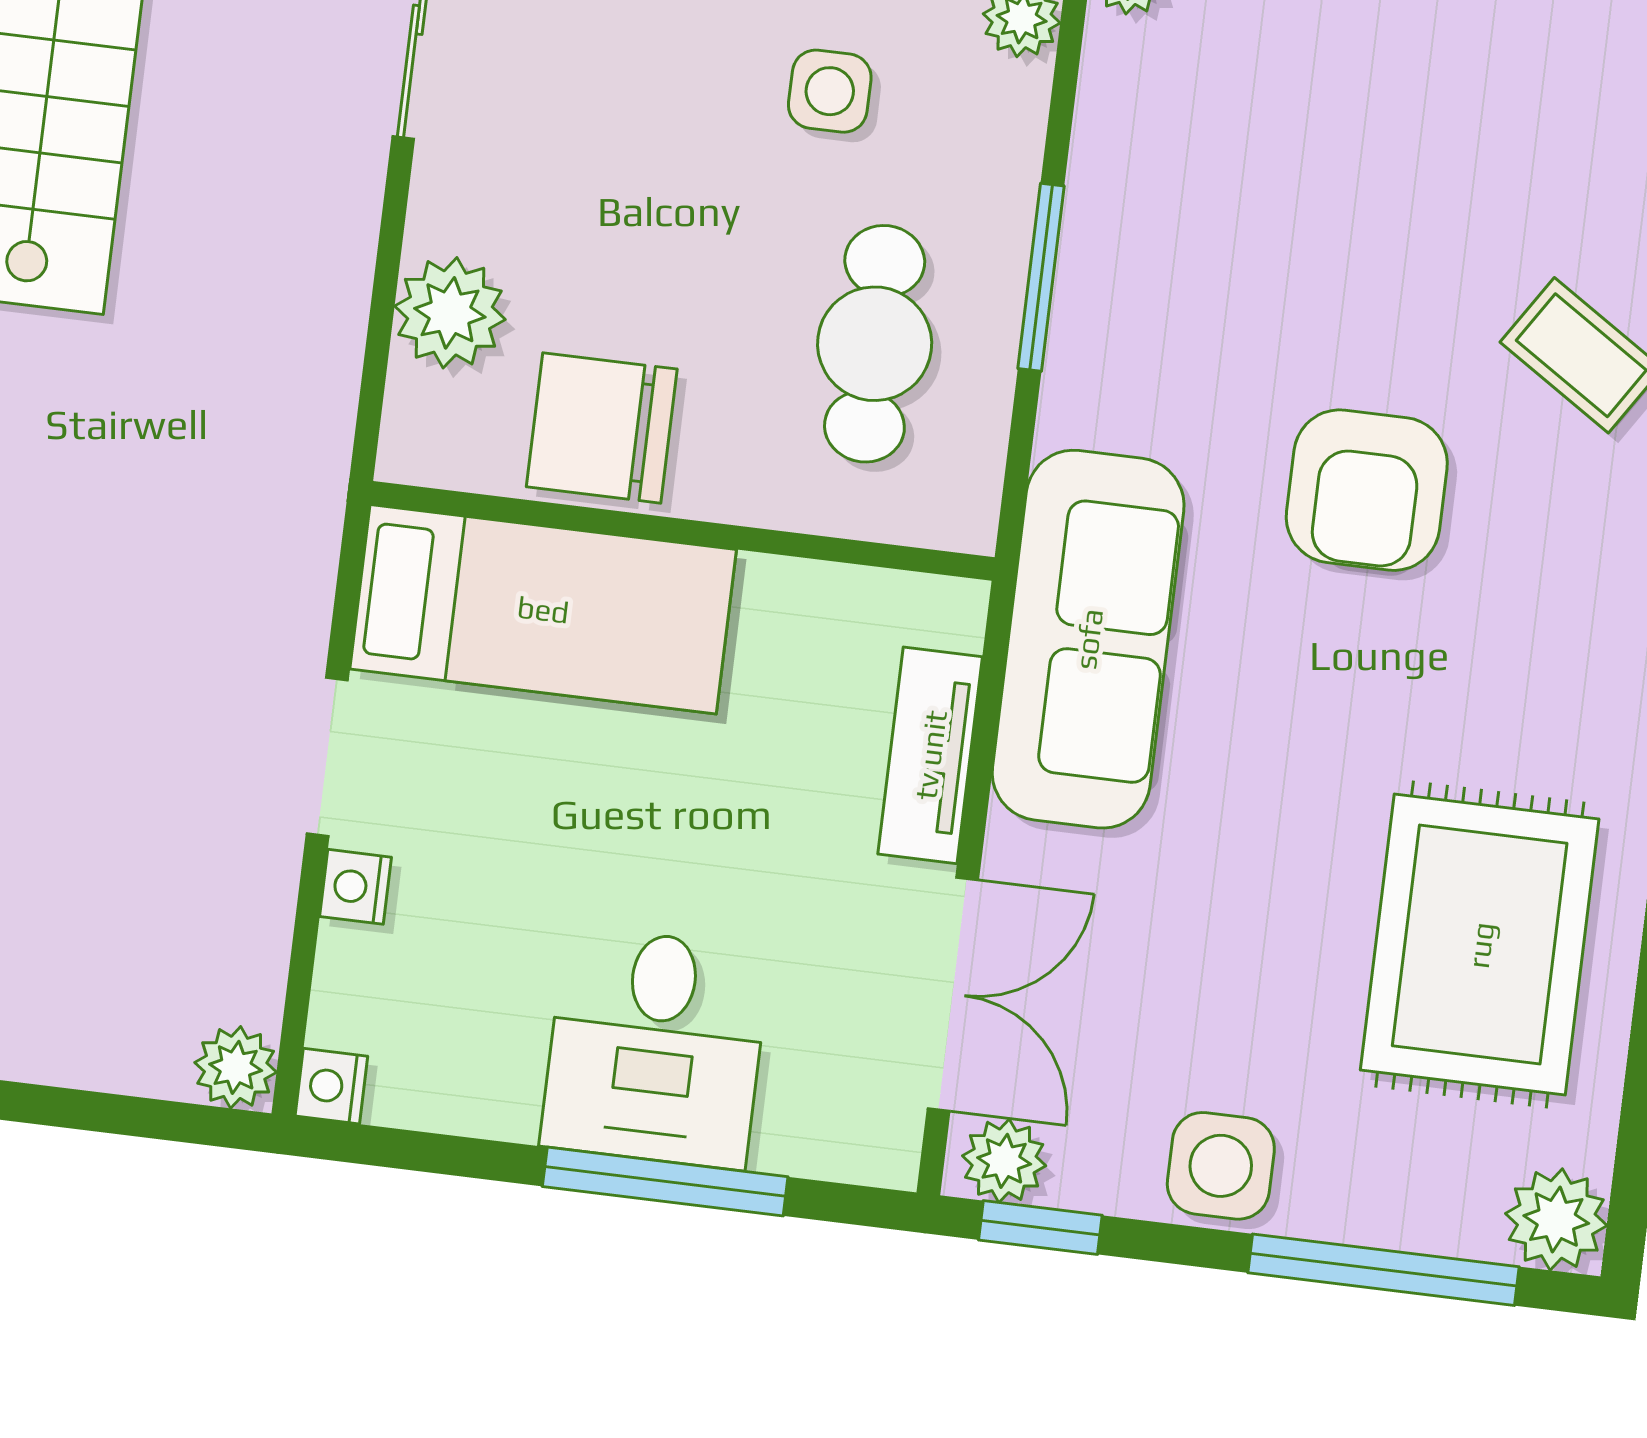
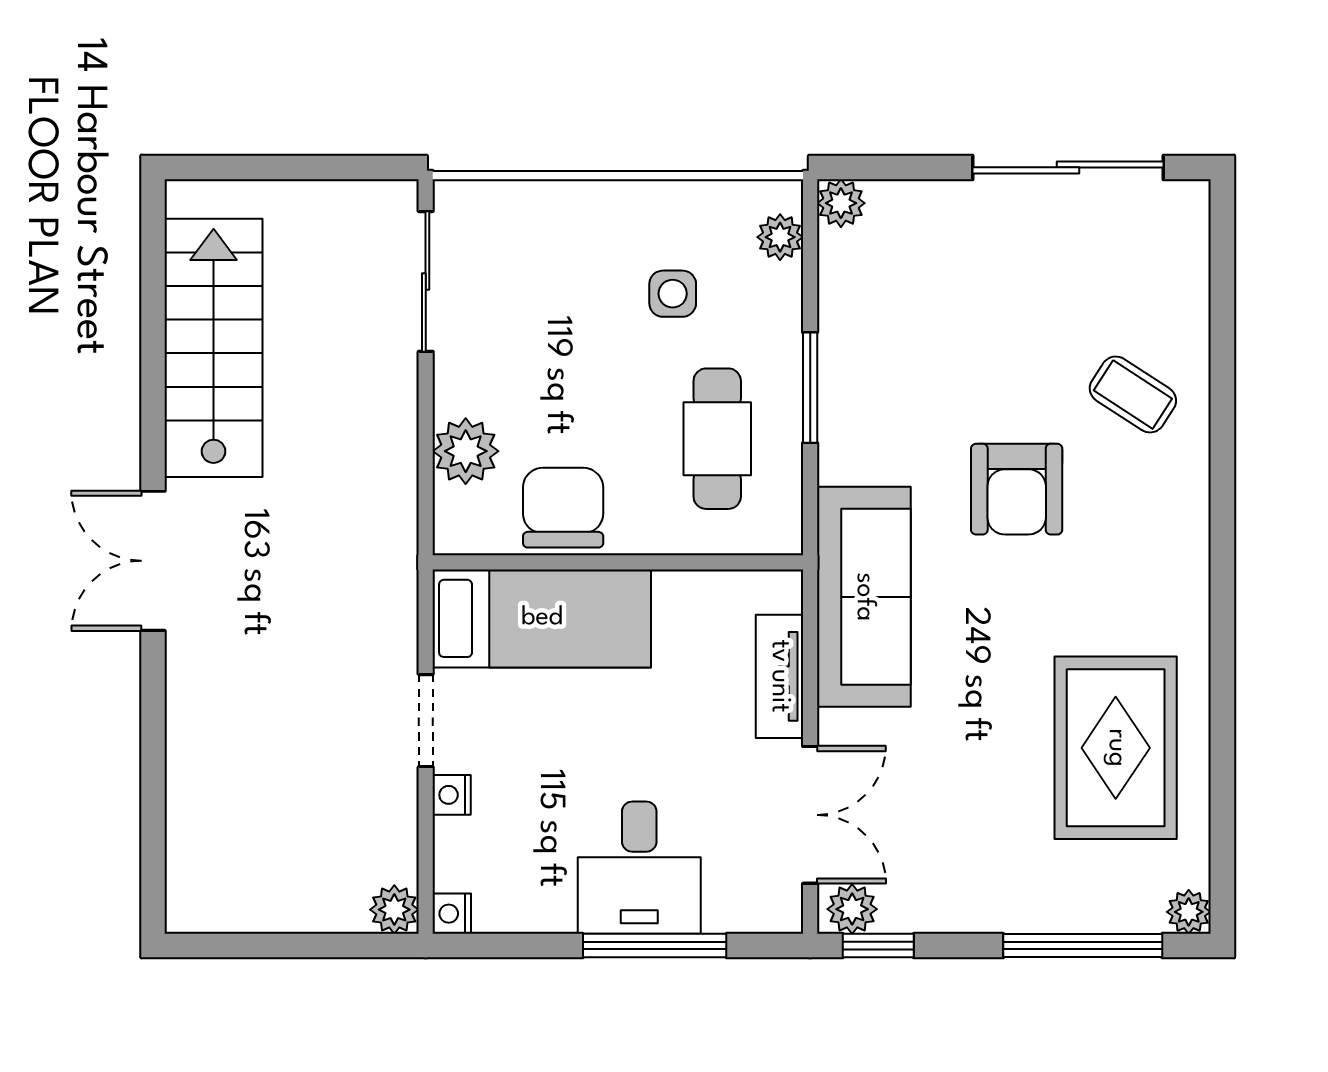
chair: (602, 428) -> (563, 508), turned 90
side table: (1221, 1166) -> (980, 896), removed
plant: (1556, 1220) -> (1189, 912), width x0.73, depth x0.73

